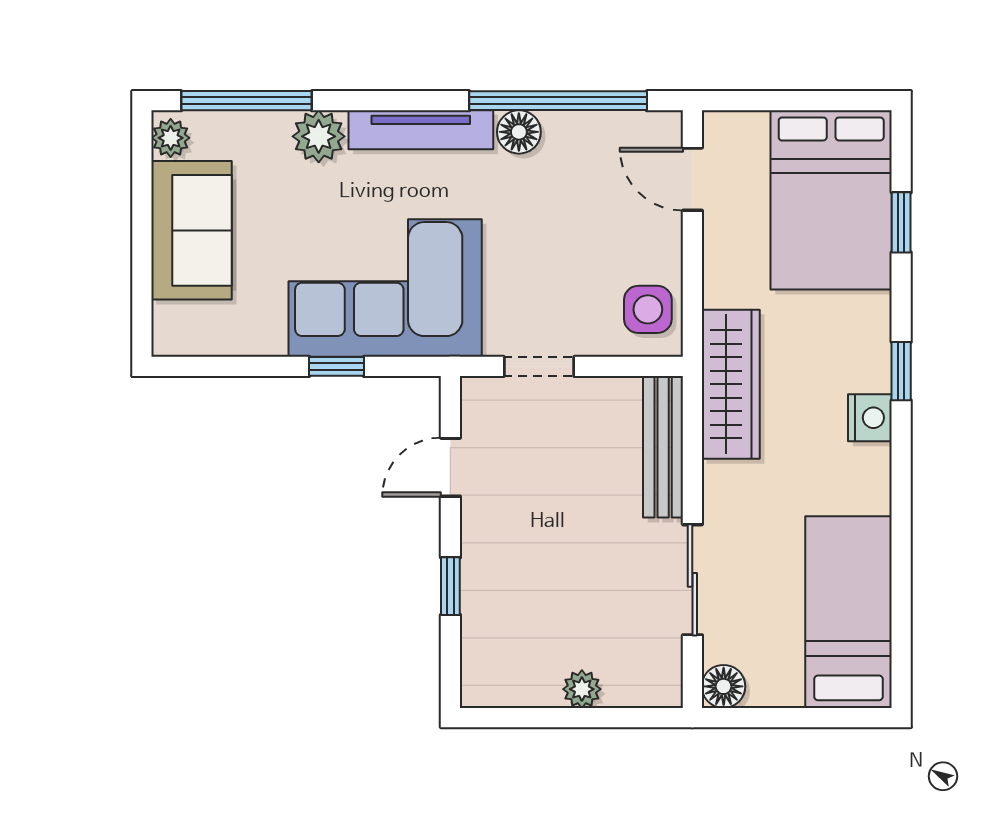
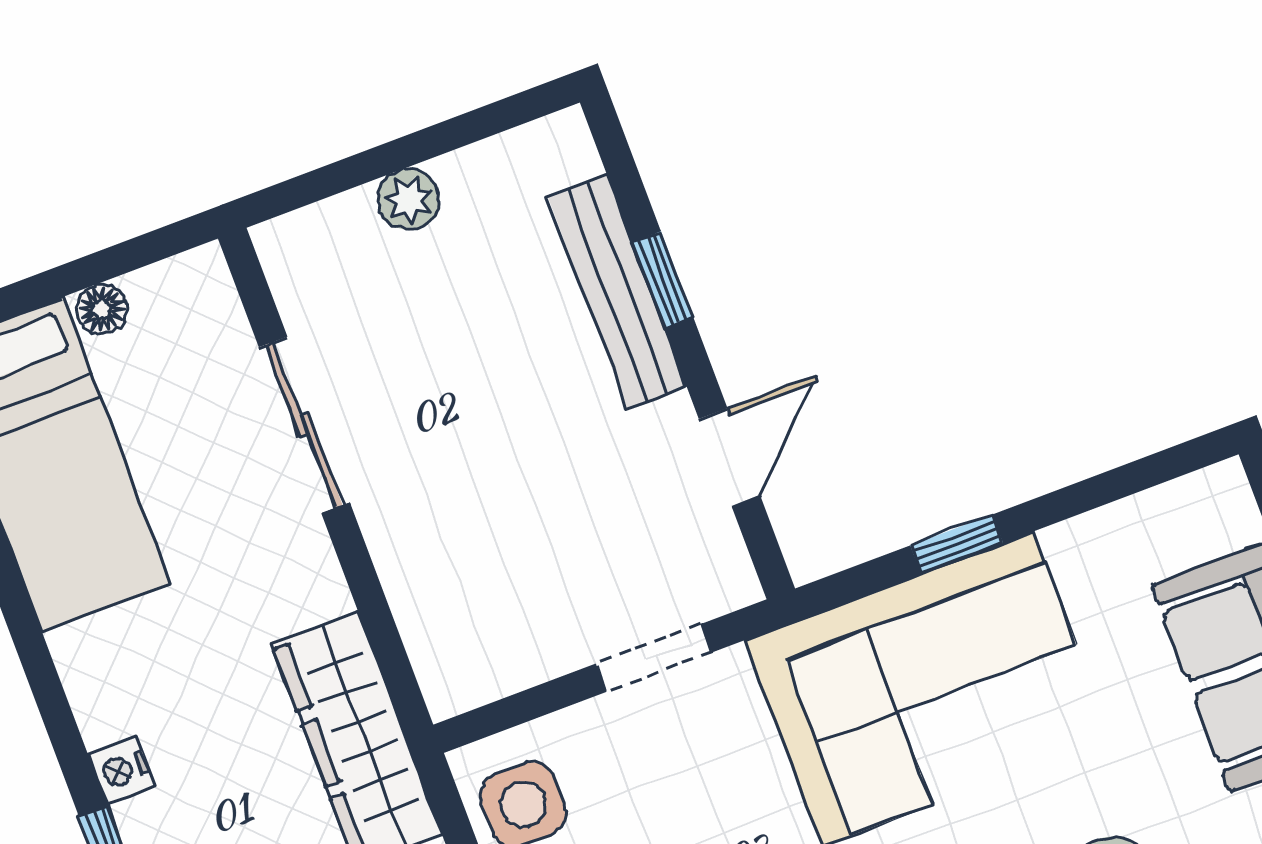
nightstand: (870, 418) -> (121, 770), width x0.72, depth x0.74
bench: (663, 447) -> (617, 292), moved
floor lamp: (724, 686) -> (102, 309), moved, width x0.73, depth x0.73

